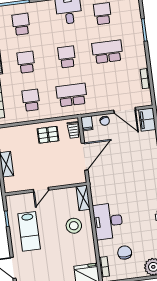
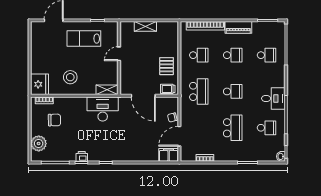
filing cabinet: (87, 123) -> (172, 102), removed
door: (41, 190) -> (119, 54), hinge flipped
desk: (108, 221) -> (103, 109), moved
stool: (74, 226) -> (70, 77), moved

